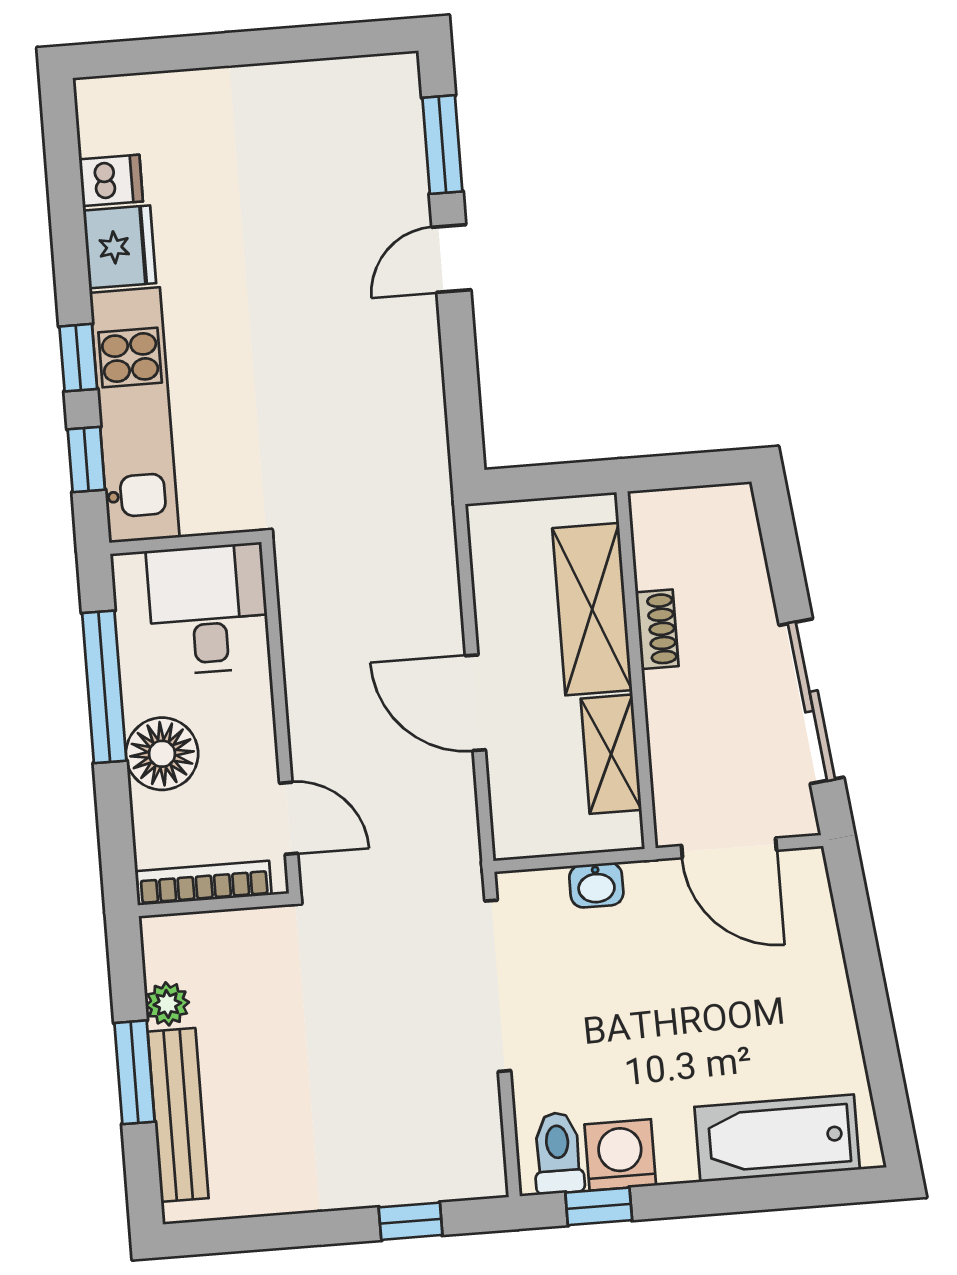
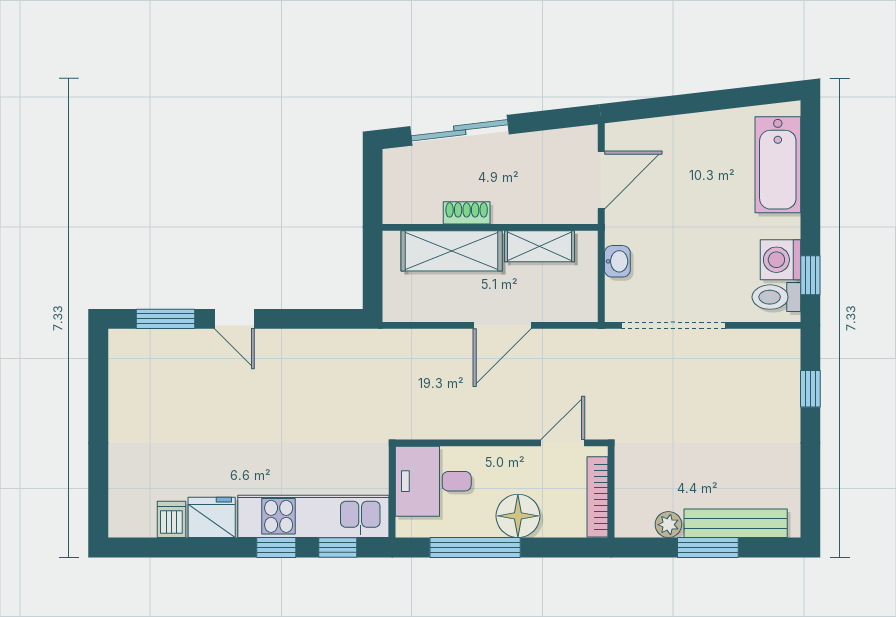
sliding door: (811, 701) -> (460, 130), moved

